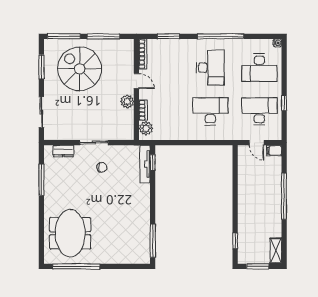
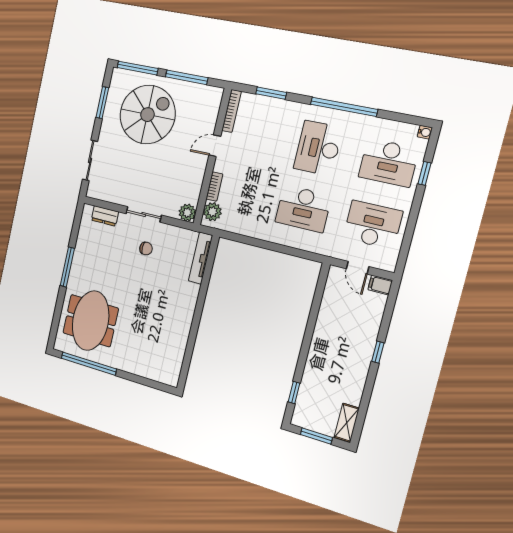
desk: (210, 68) -> (318, 148), turned 180
spiral stairs: (80, 69) -> (147, 115), turned 90
door: (136, 81) -> (215, 146), swing flipped
plant: (127, 102) -> (187, 213), moved
window: (284, 103) -> (425, 173), moved
desk: (210, 111) -> (303, 209), turned 180
window: (153, 163) -> (211, 259), removed
window: (41, 180) -> (67, 267), moved
window: (284, 196) -> (378, 352), width x0.32
window: (153, 241) -> (187, 360), removed

